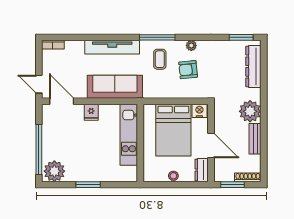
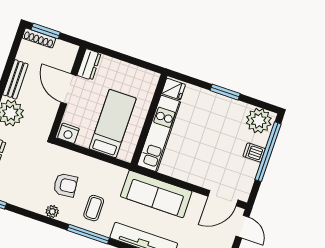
door: (62, 101) -> (223, 198), hinge flipped
fridge: (91, 112) -> (173, 89), moved, turned 90
bed: (173, 130) -> (113, 124), width x0.67
dishwasher: (49, 145) -> (254, 152), added
stool: (173, 176) -> (124, 69), removed
window: (232, 185) -> (46, 31), moved

